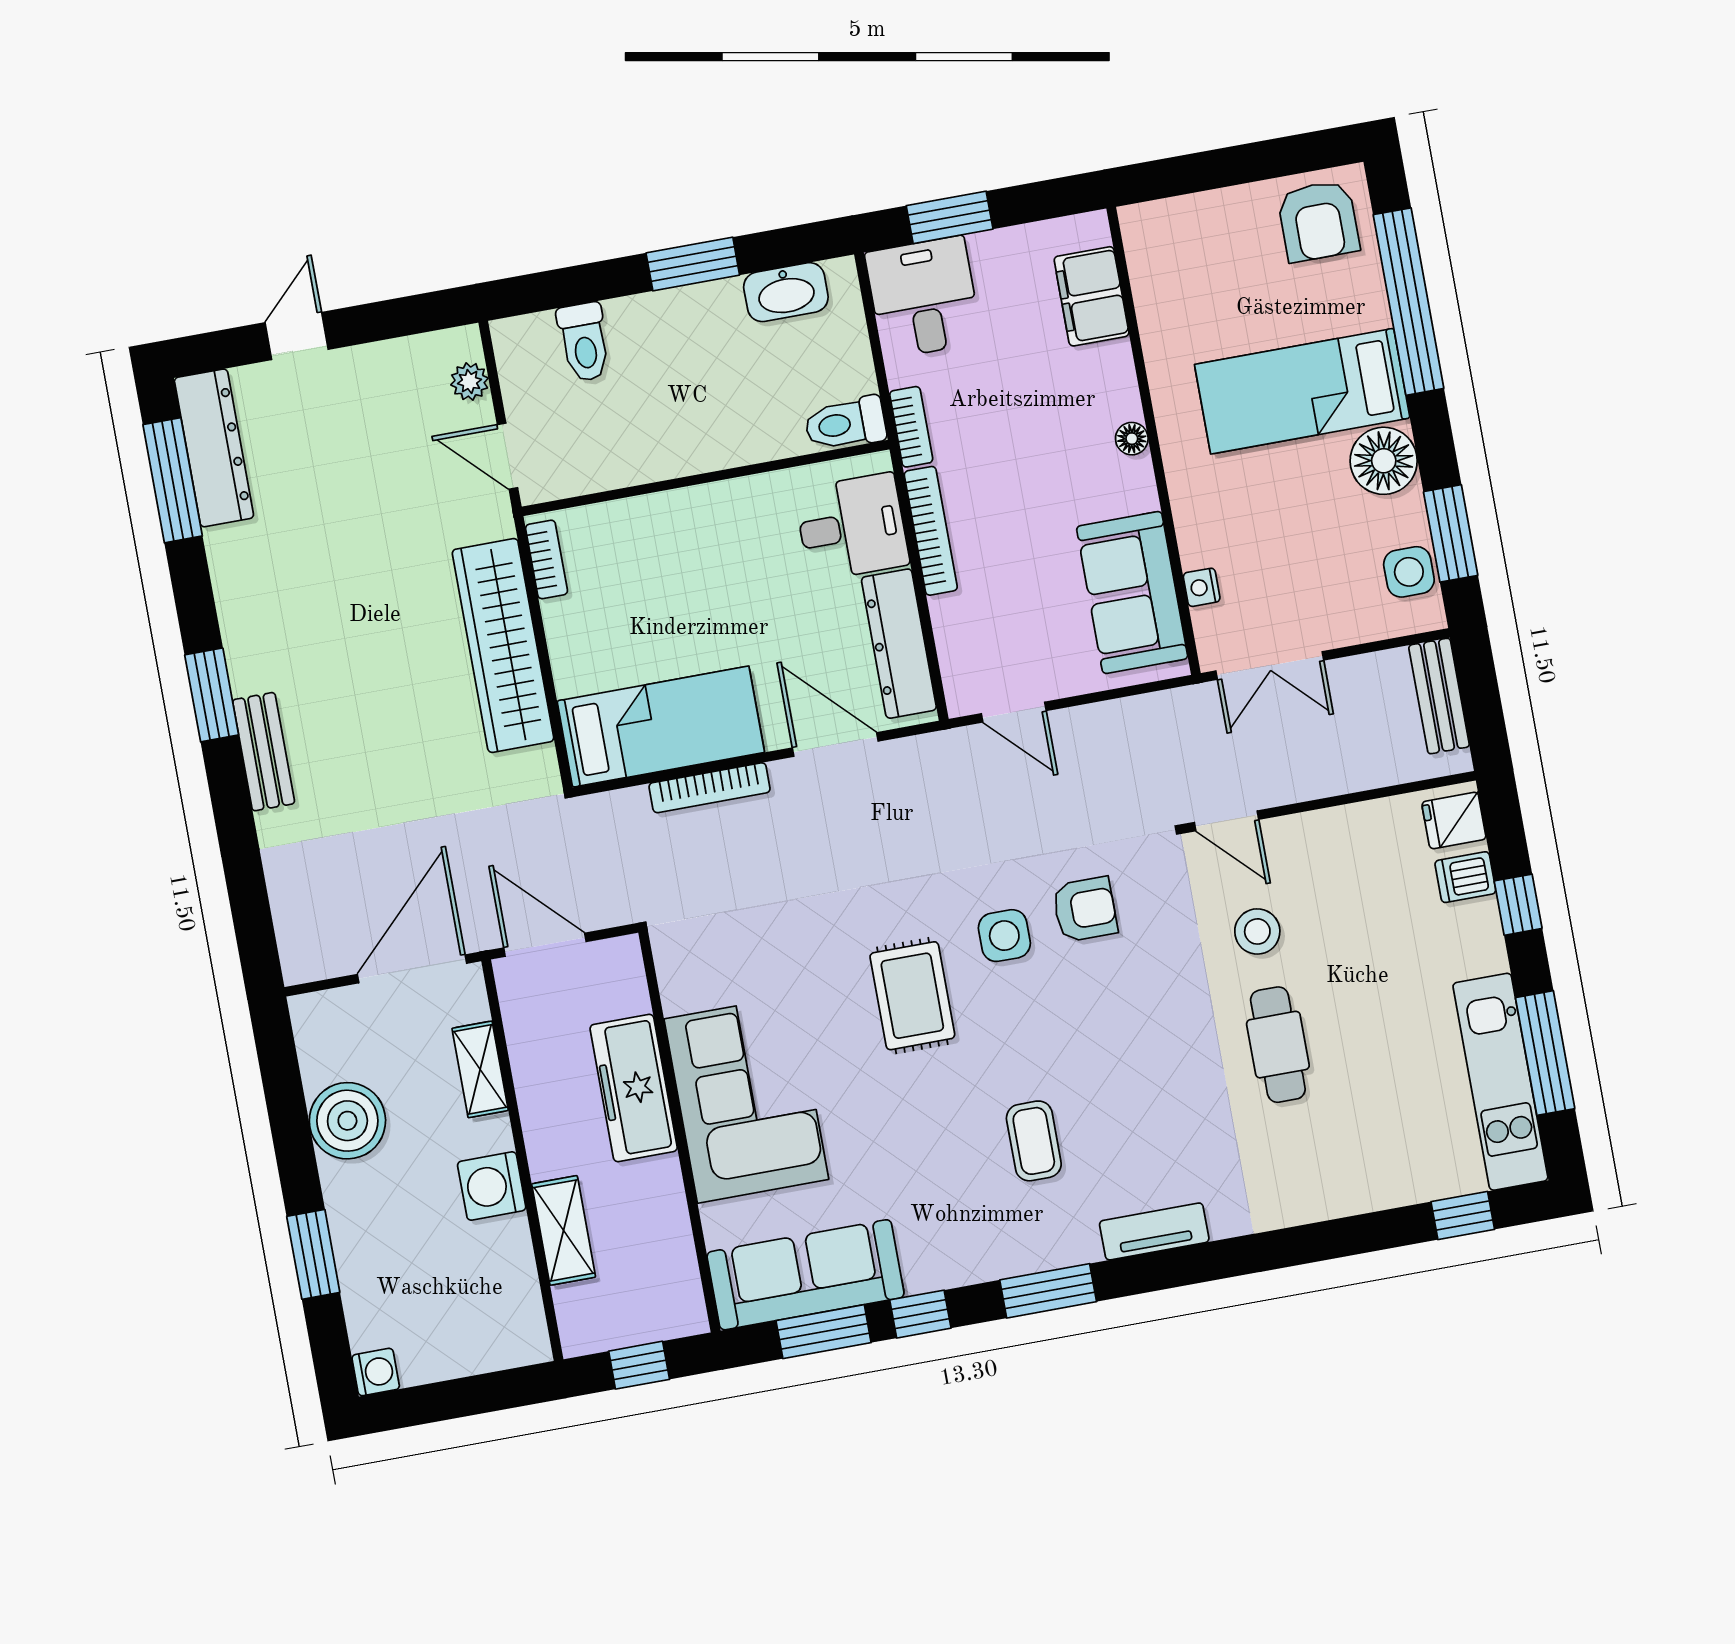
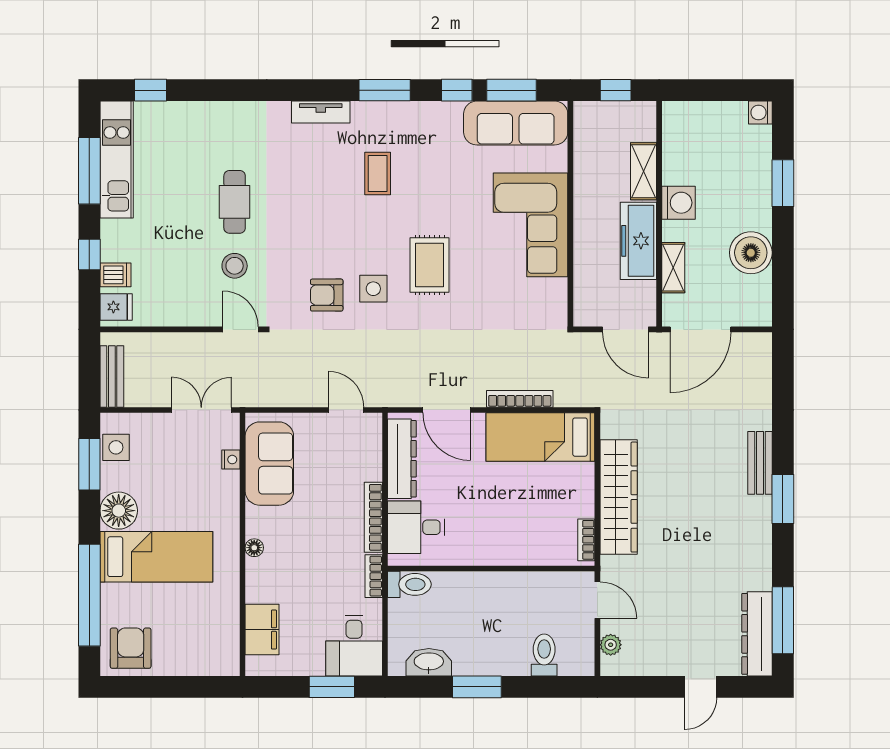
freezer: (634, 1088) -> (638, 241), moved, turned 180

